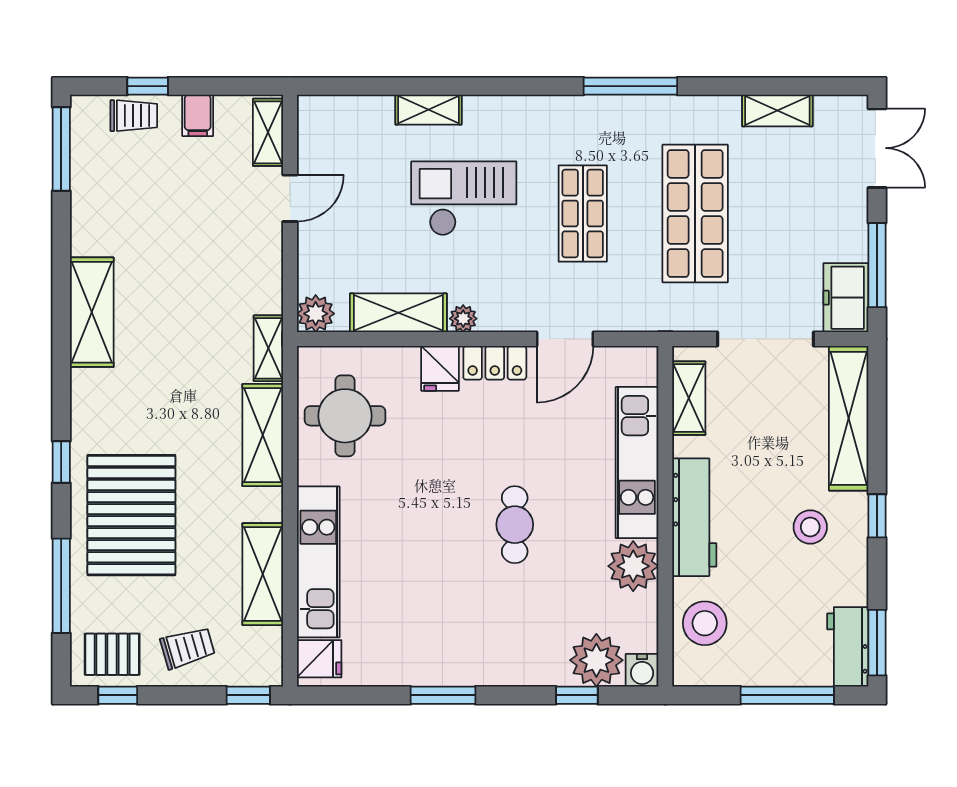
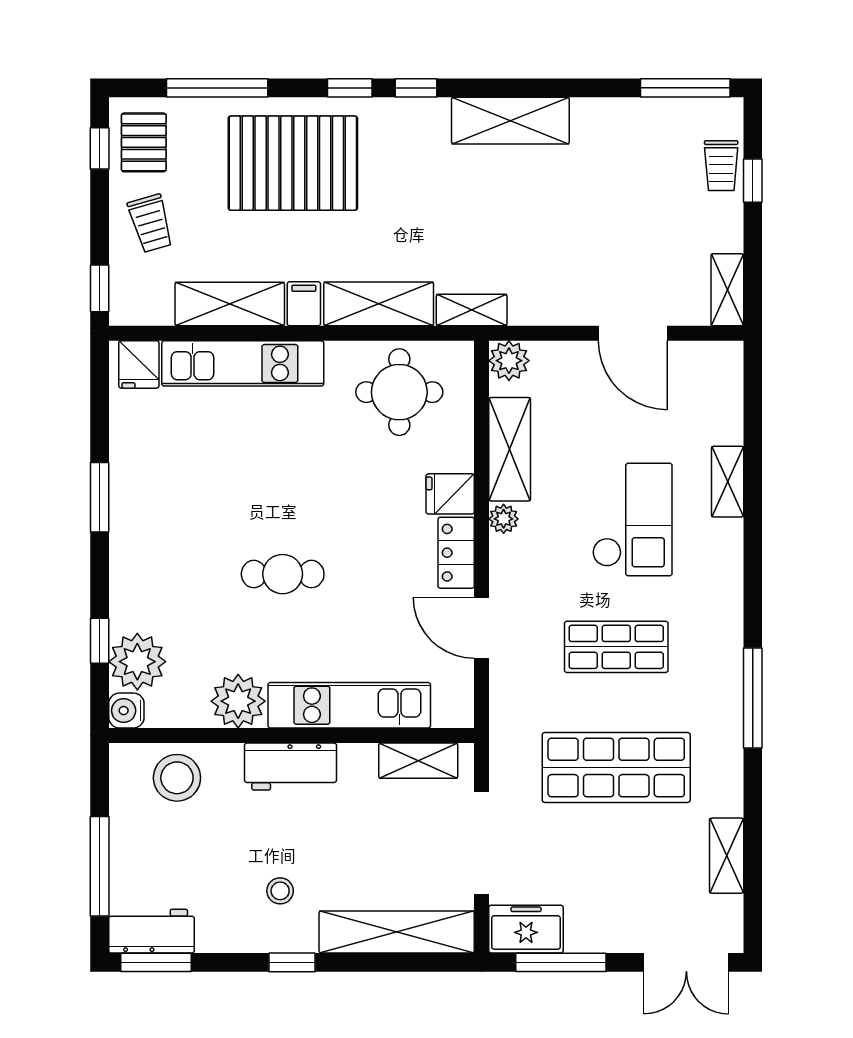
filing cabinet: (198, 115) -> (304, 304), moved, turned 90
shelving: (268, 132) -> (727, 290), moved, turned 90
door: (290, 198) -> (633, 333), width x1.38
window: (61, 400) -> (416, 88), added
workbench: (694, 517) -> (290, 767), width x0.73
stool: (810, 527) -> (280, 891), width x0.73, depth x0.73

